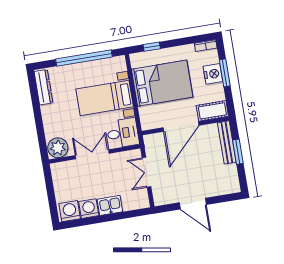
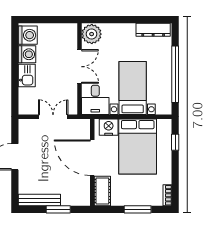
nightstand: (213, 74) -> (109, 127), moved, turned 180
bench: (227, 142) -> (39, 200), moved

